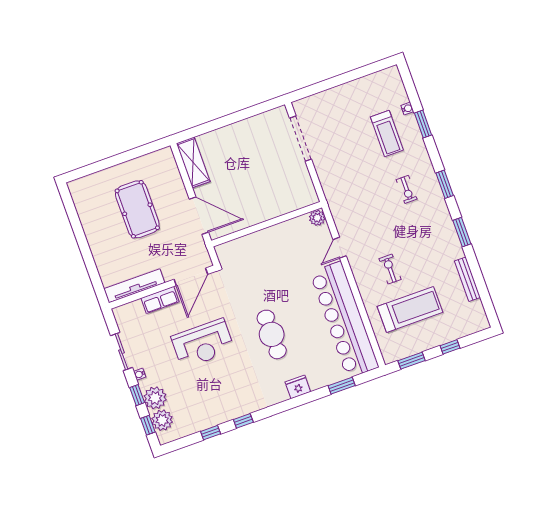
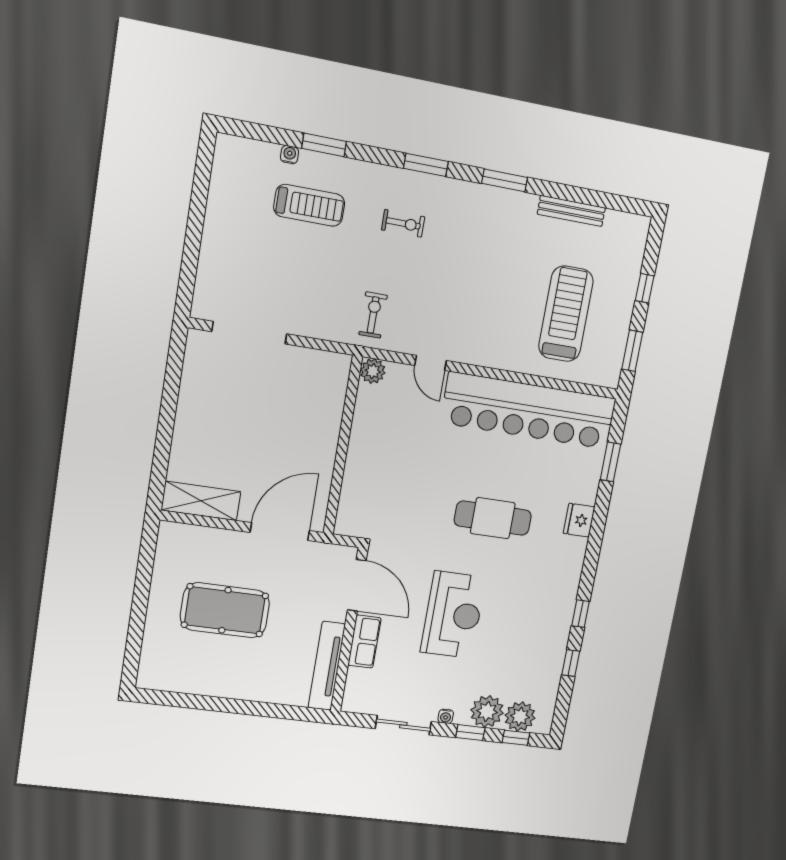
exercise bike: (390, 269) -> (373, 315), moved, turned 90

